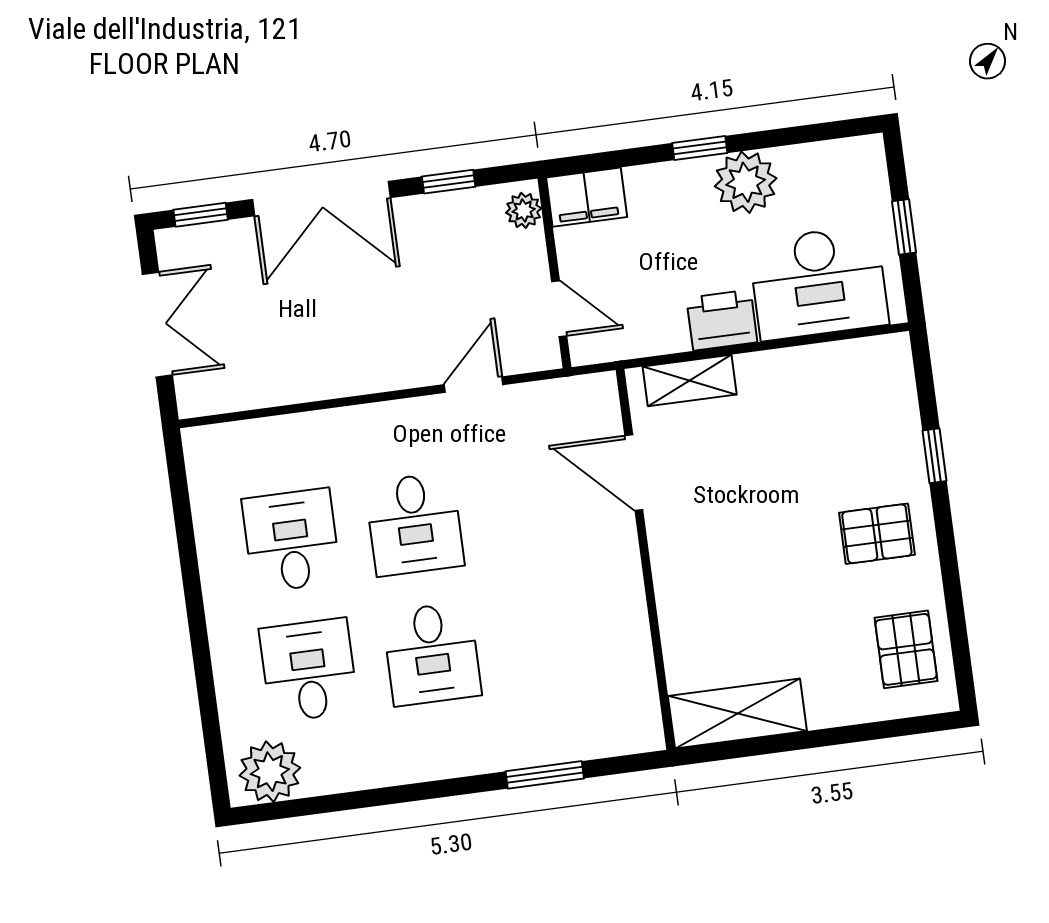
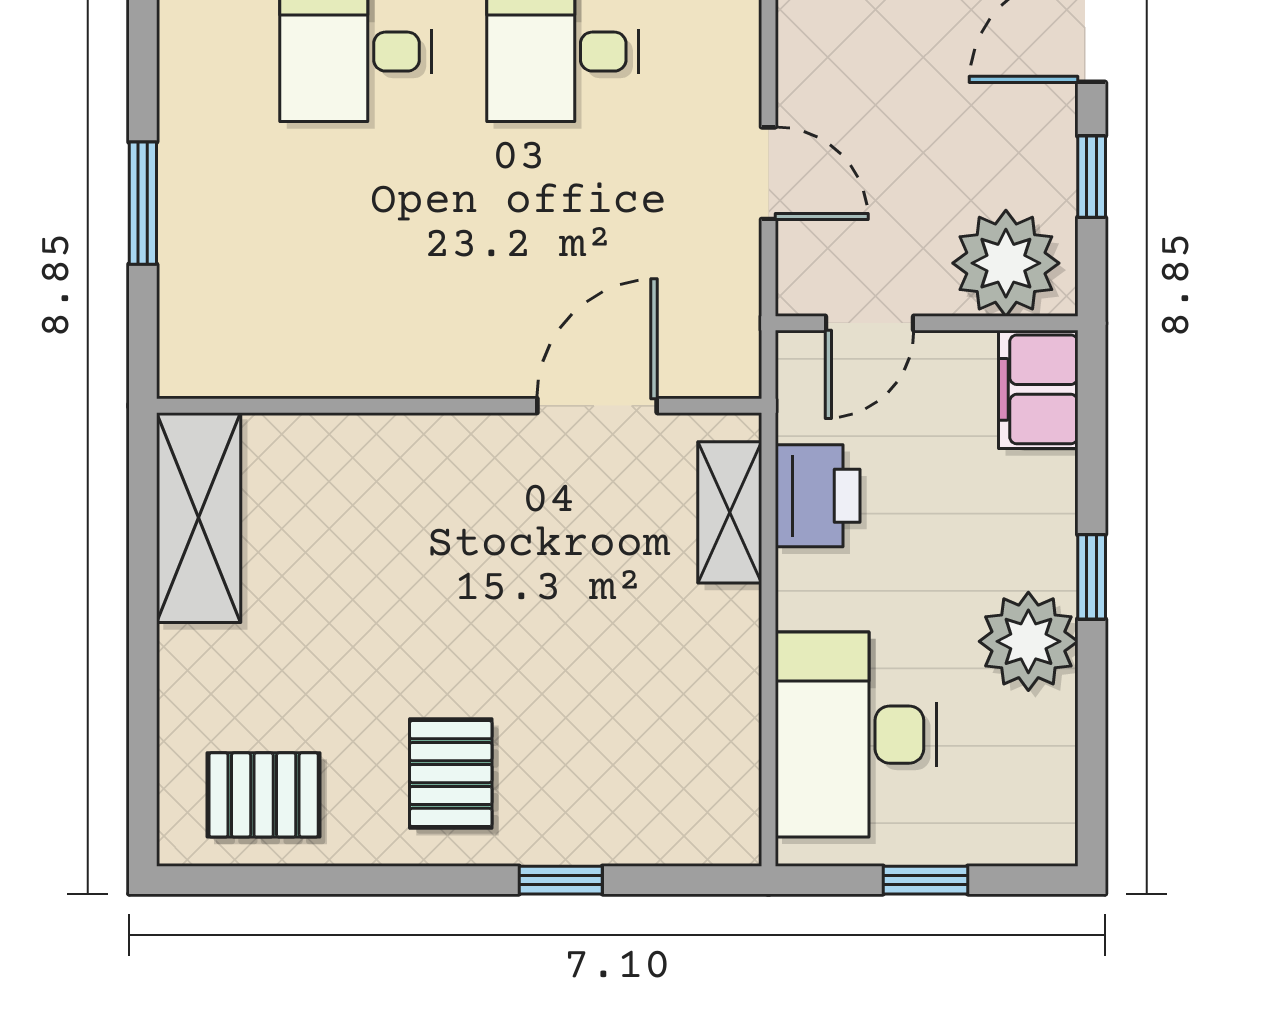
plant: (524, 210) -> (1006, 263), width x1.87, depth x1.87
printer: (722, 320) -> (818, 496), moved

